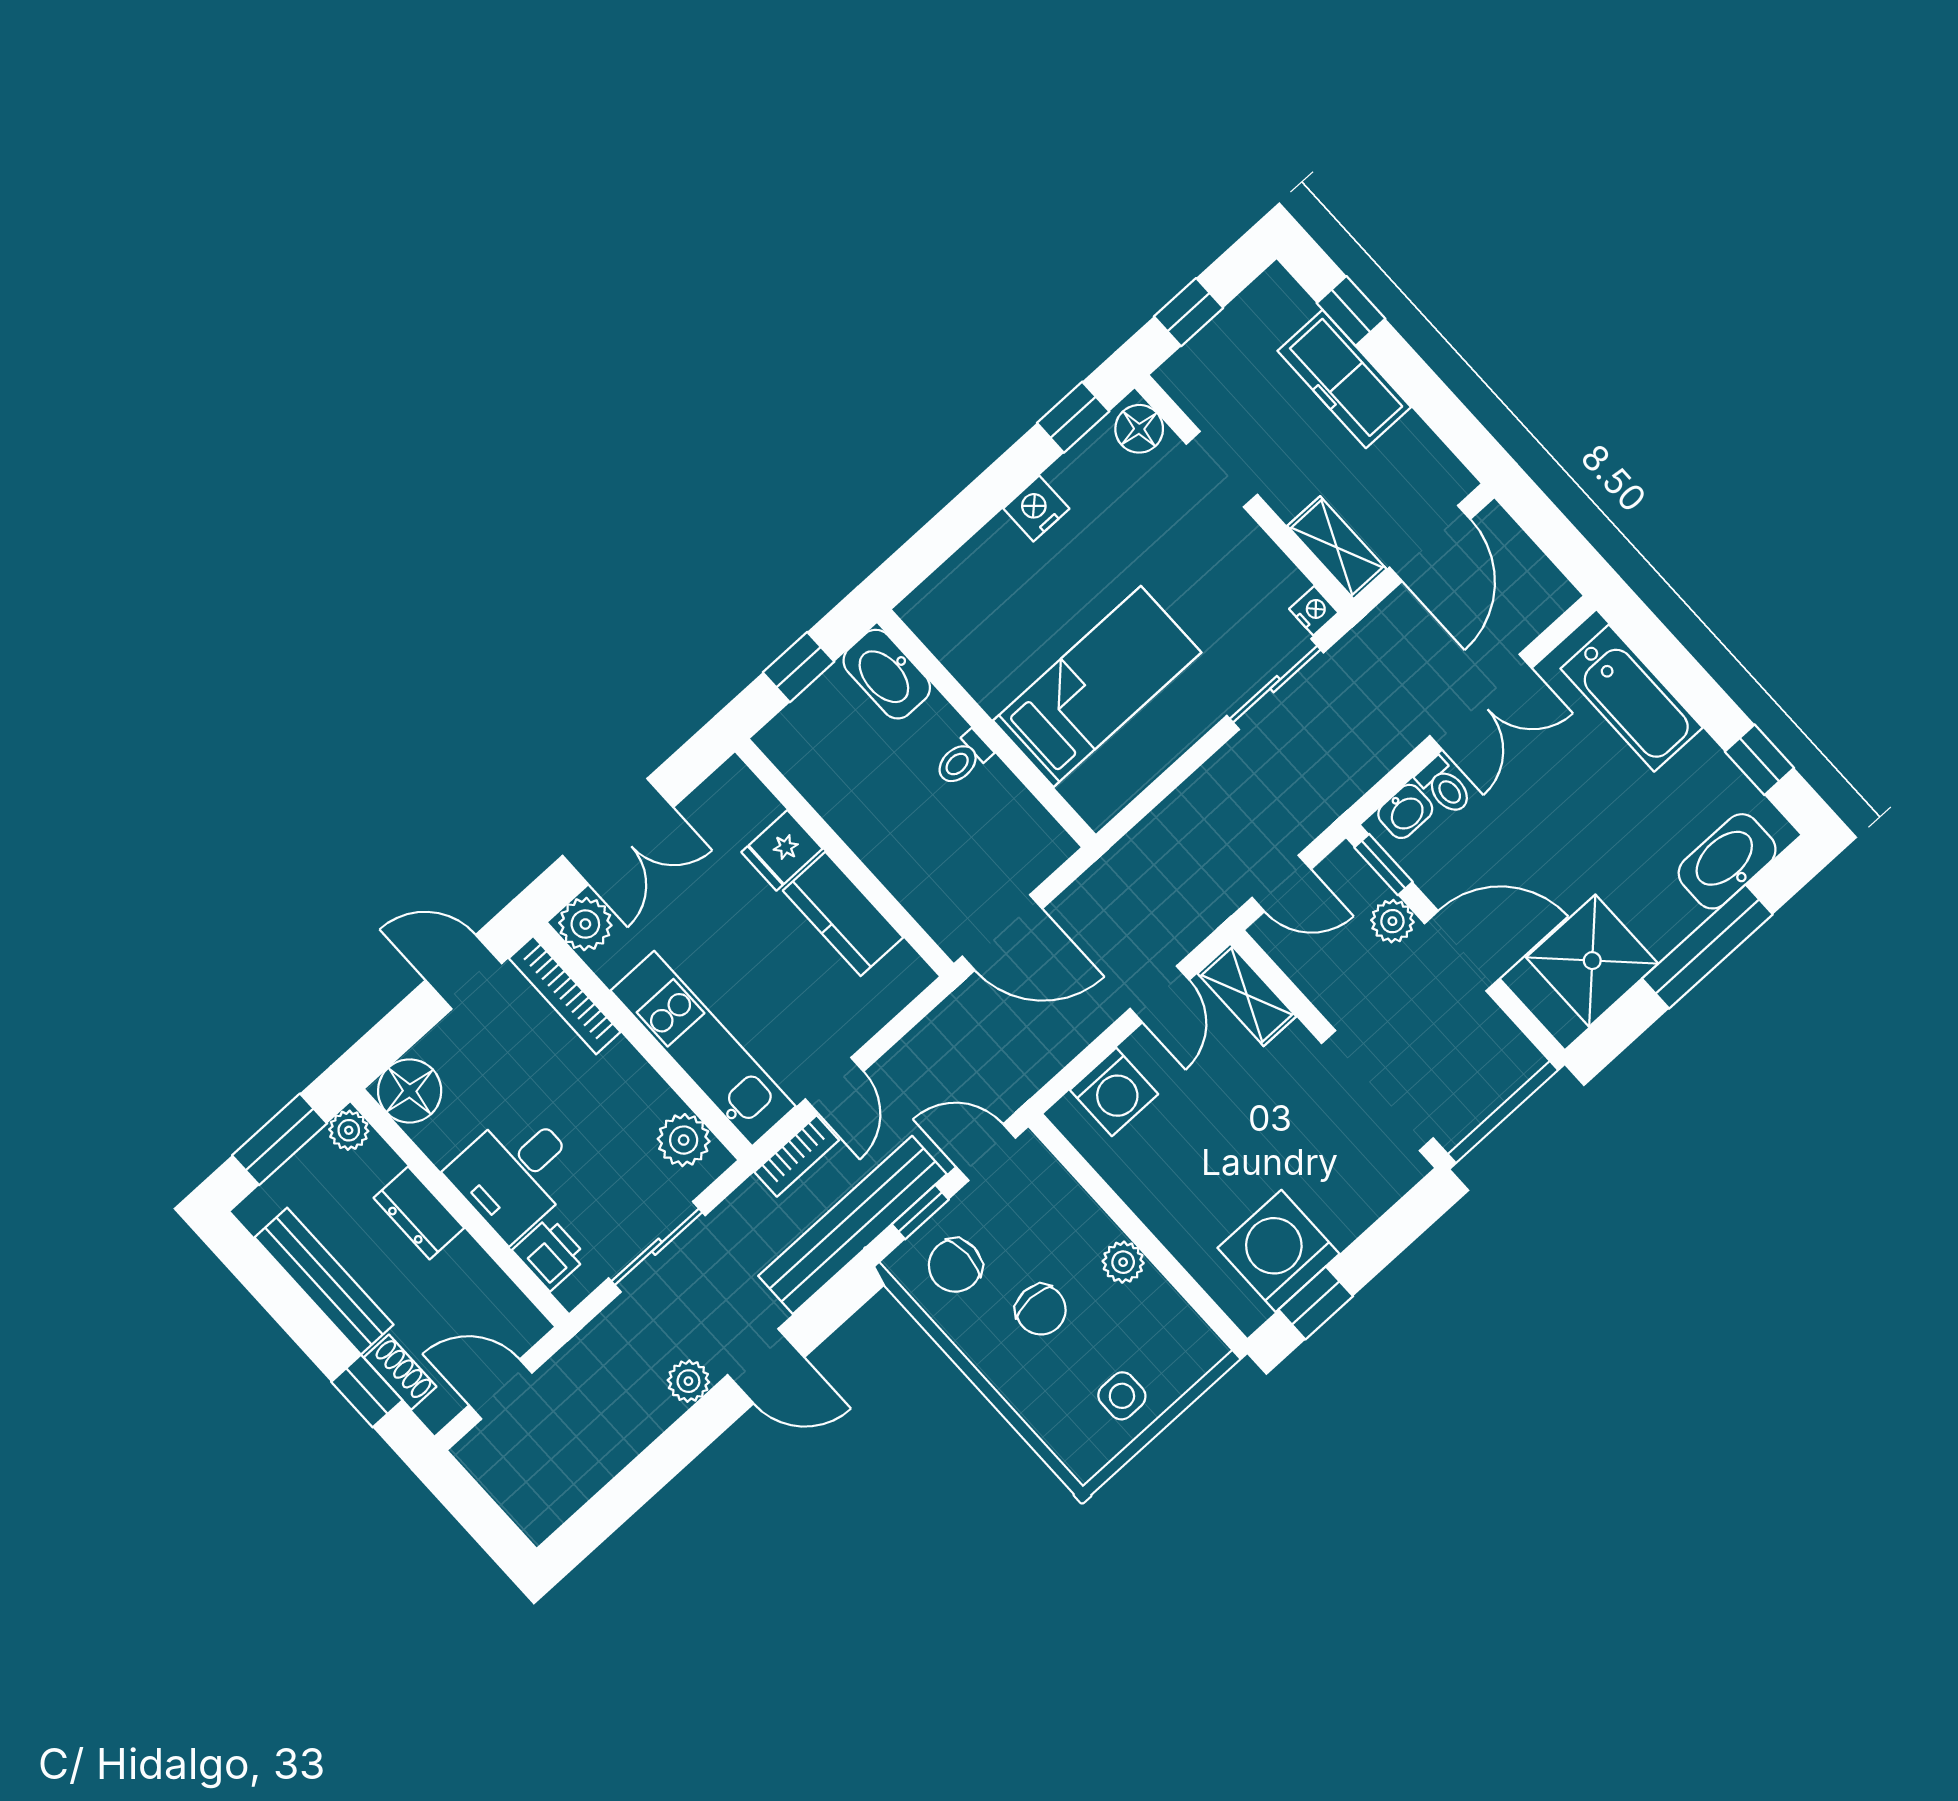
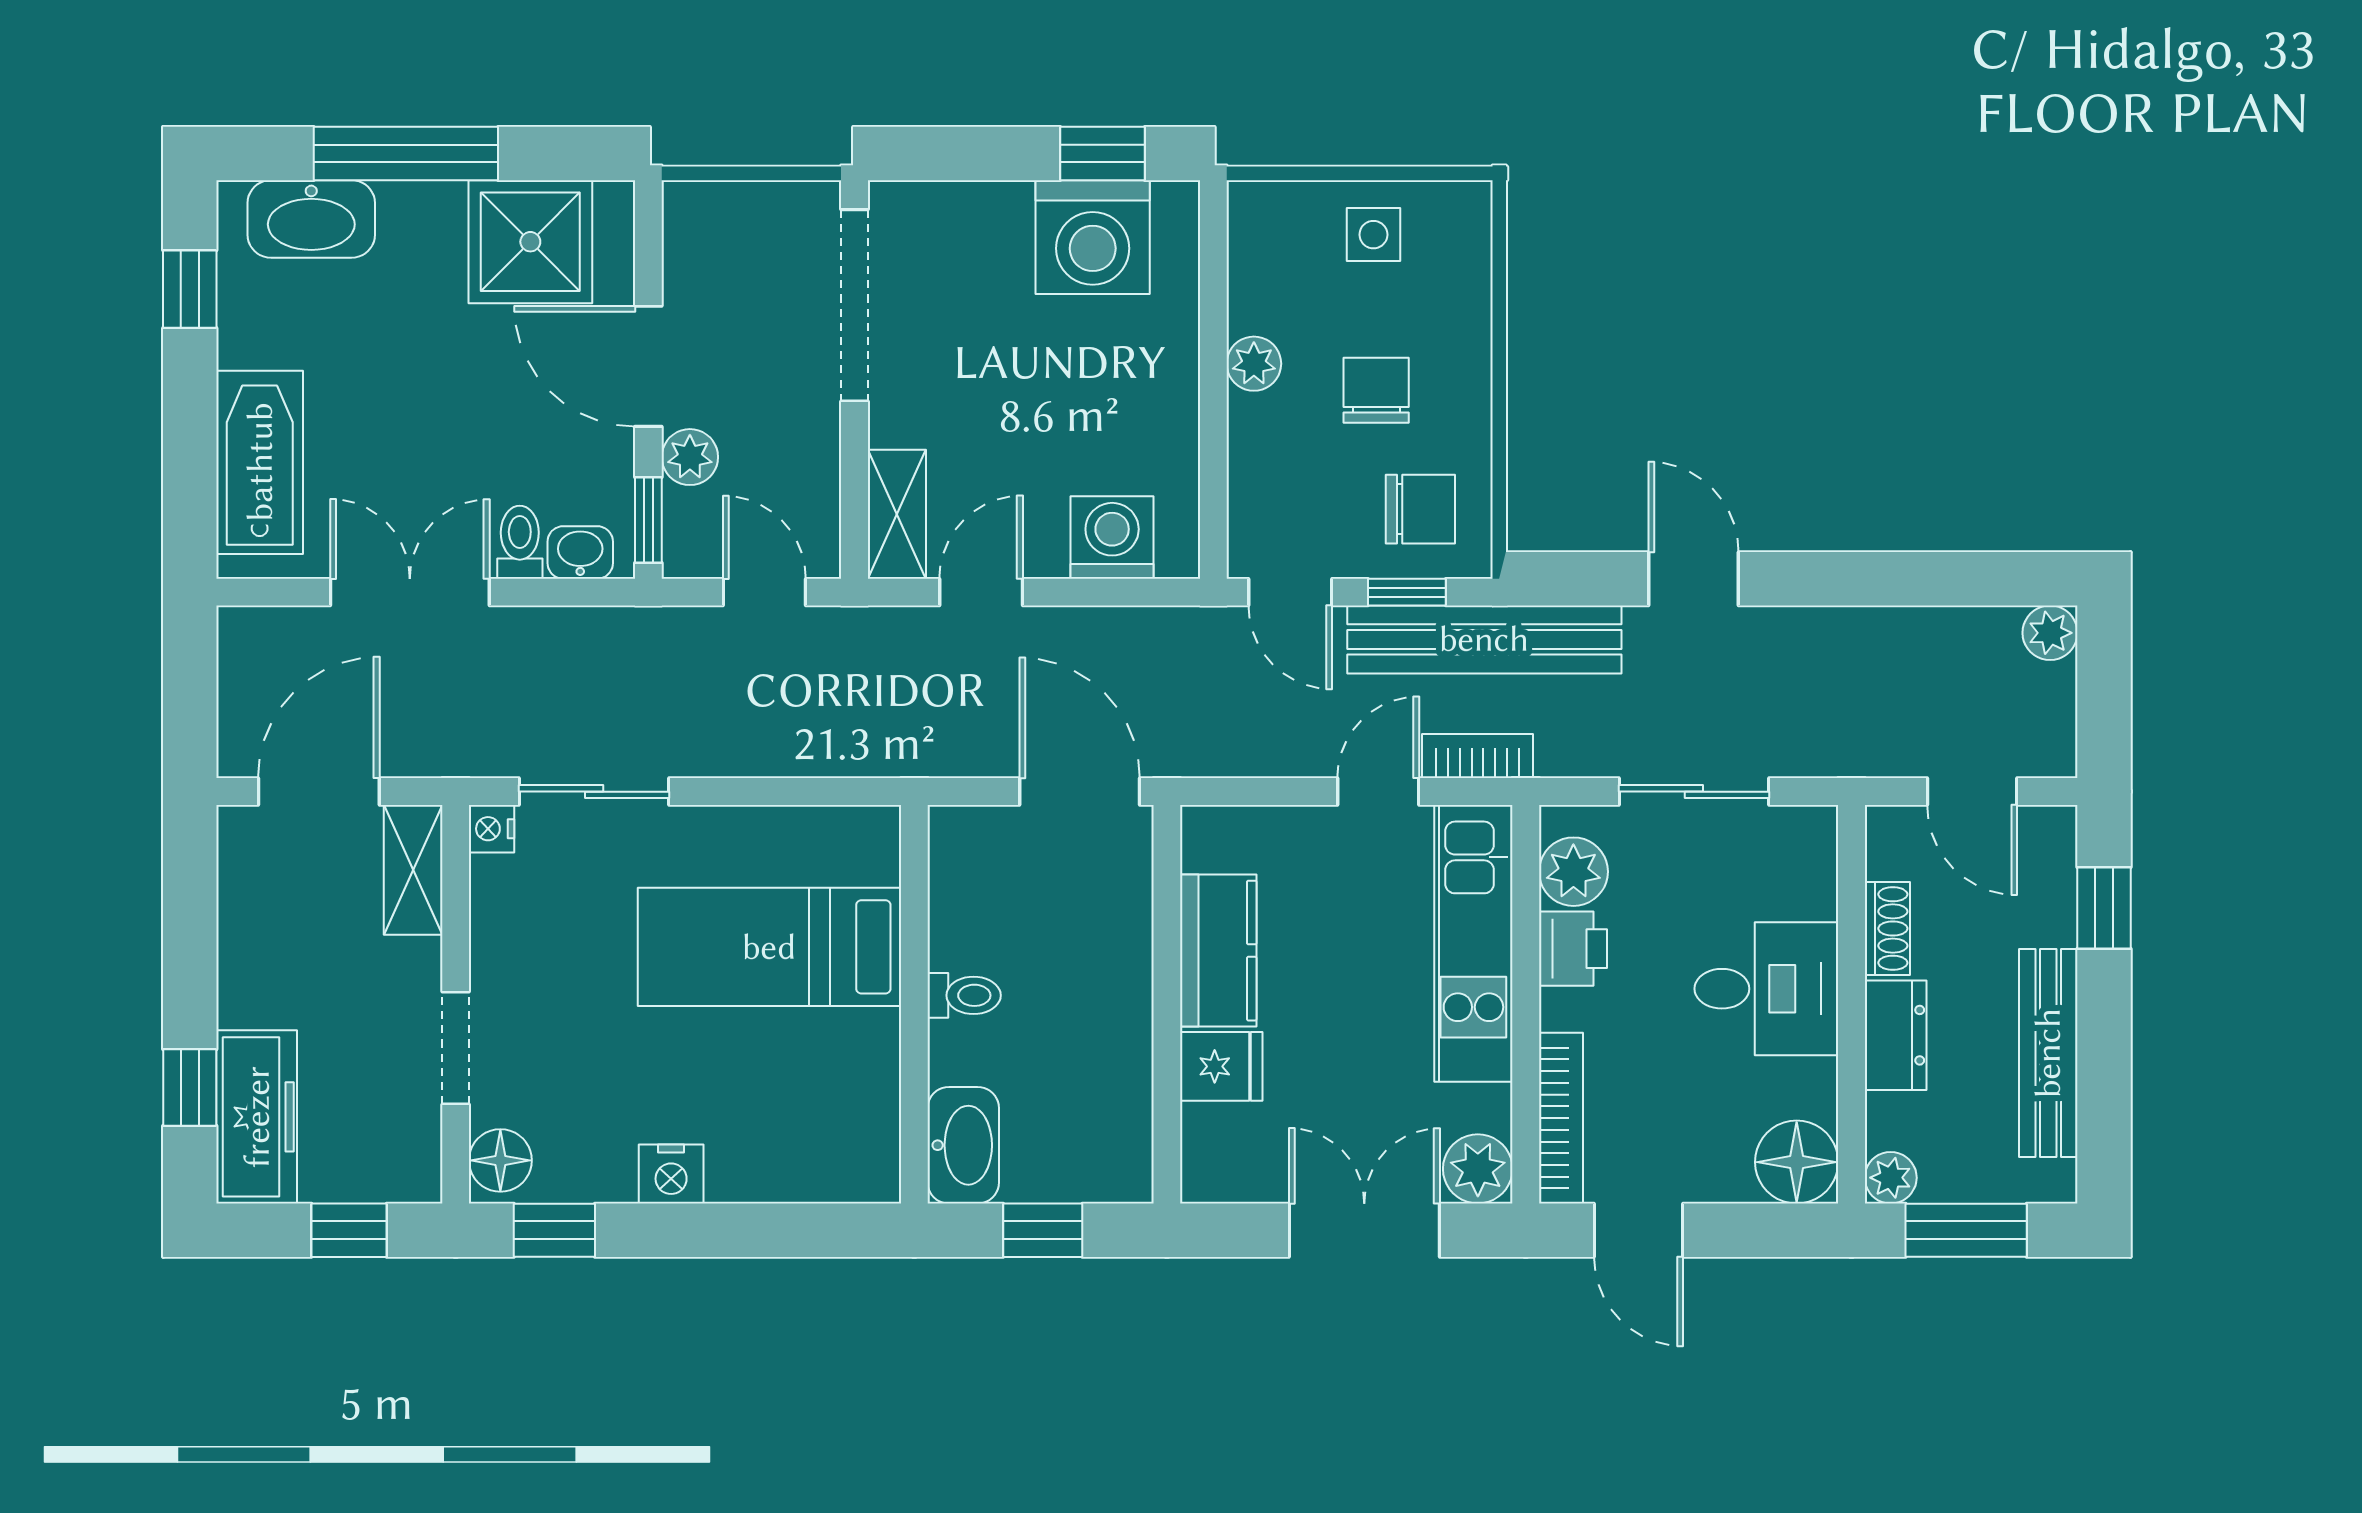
freezer: (1344, 379) -> (257, 1117), moved
printer: (550, 1254) -> (1573, 949), moved, turned 180
shoe rack: (400, 1372) -> (1887, 929), moved, turned 180
plant: (688, 1381) -> (2050, 633), moved

